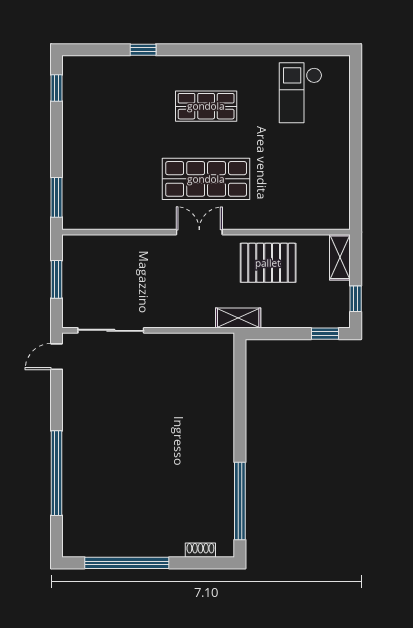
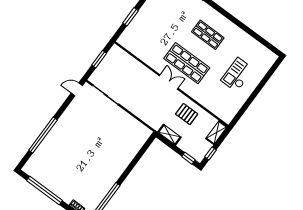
checkout: (301, 93) -> (237, 75), moved
window: (57, 197) -> (130, 17), moved
pallet: (268, 263) -> (187, 114), width x0.67, depth x0.71
shelving: (238, 318) -> (169, 135), moved

